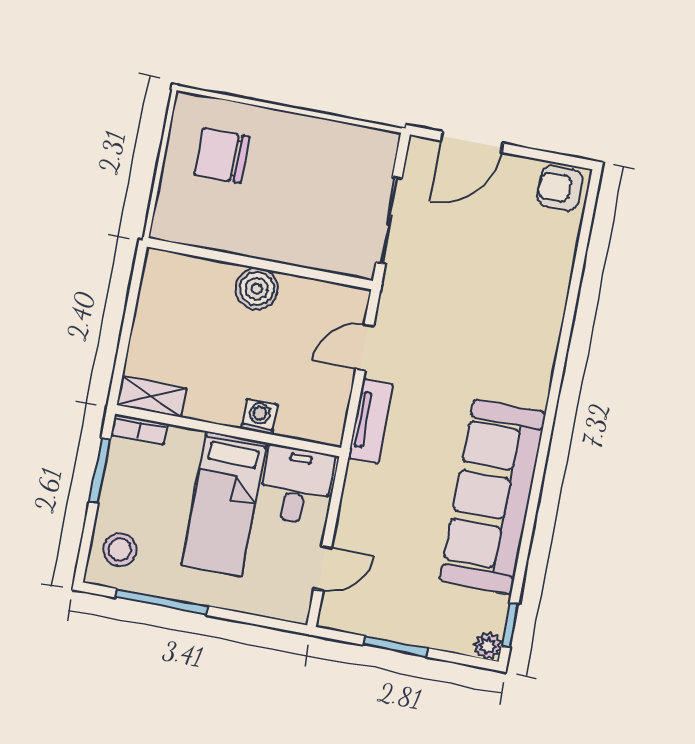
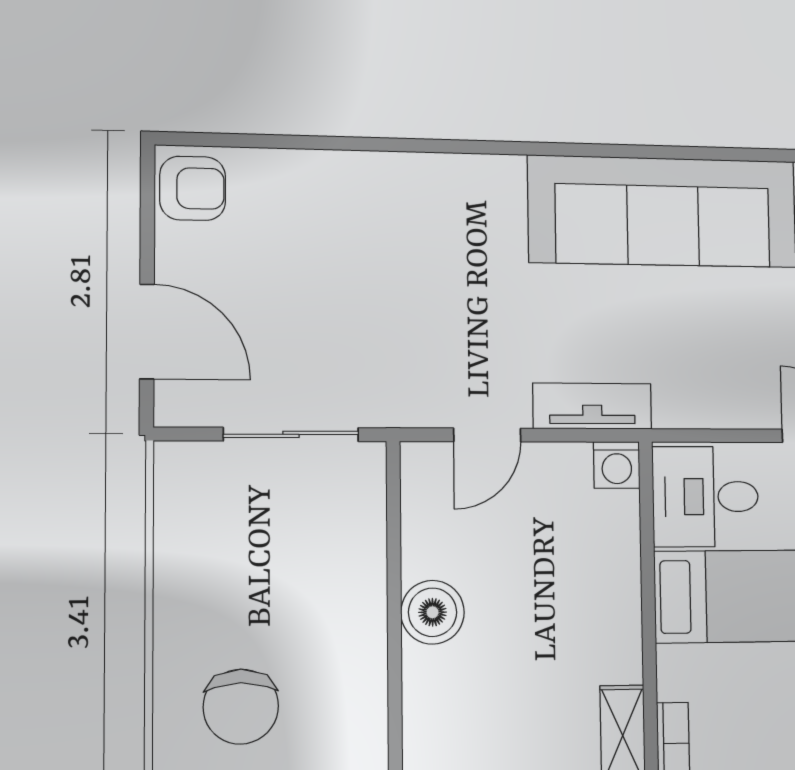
armchair: (560, 188) -> (193, 188), turned -90
door: (365, 347) -> (487, 435), hinge flipped
washing machine: (259, 416) -> (617, 465), moved, turned -90

